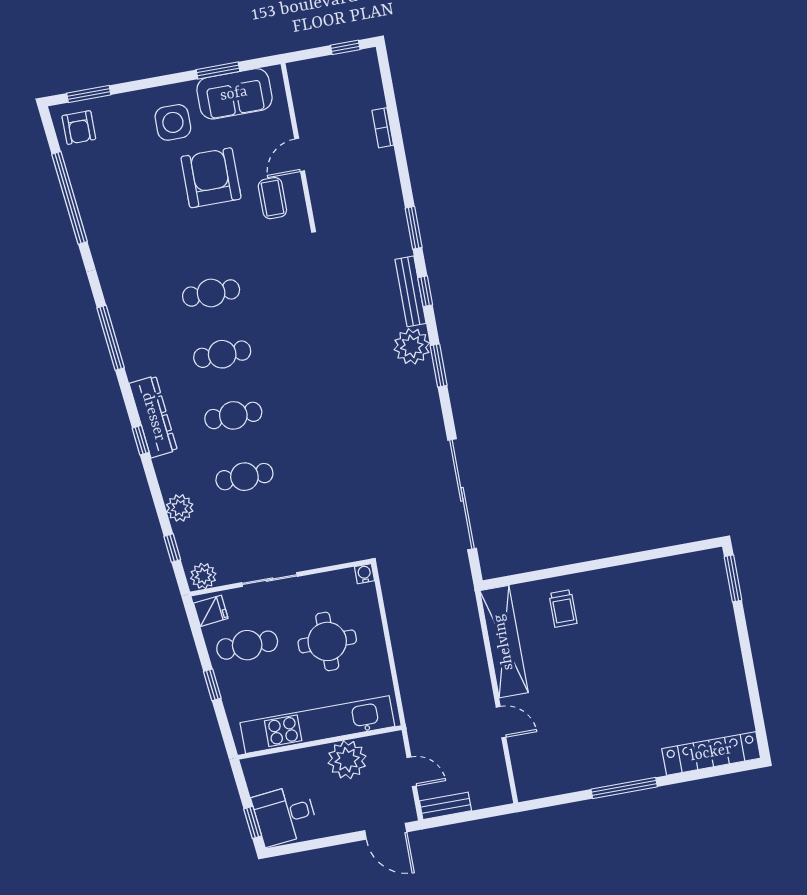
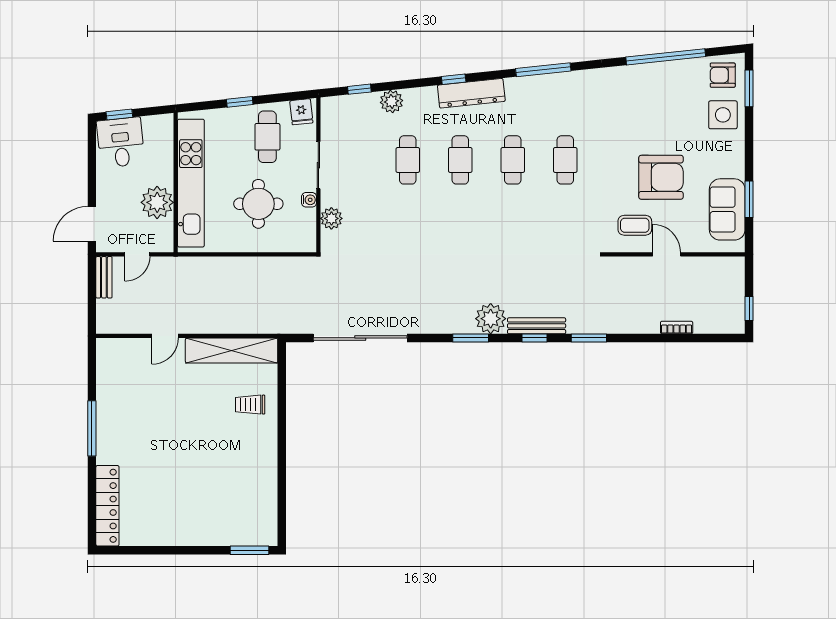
side table: (173, 122) -> (723, 115), moved
water cooler: (364, 574) -> (309, 200), moved
plant: (203, 576) -> (331, 218), moved

